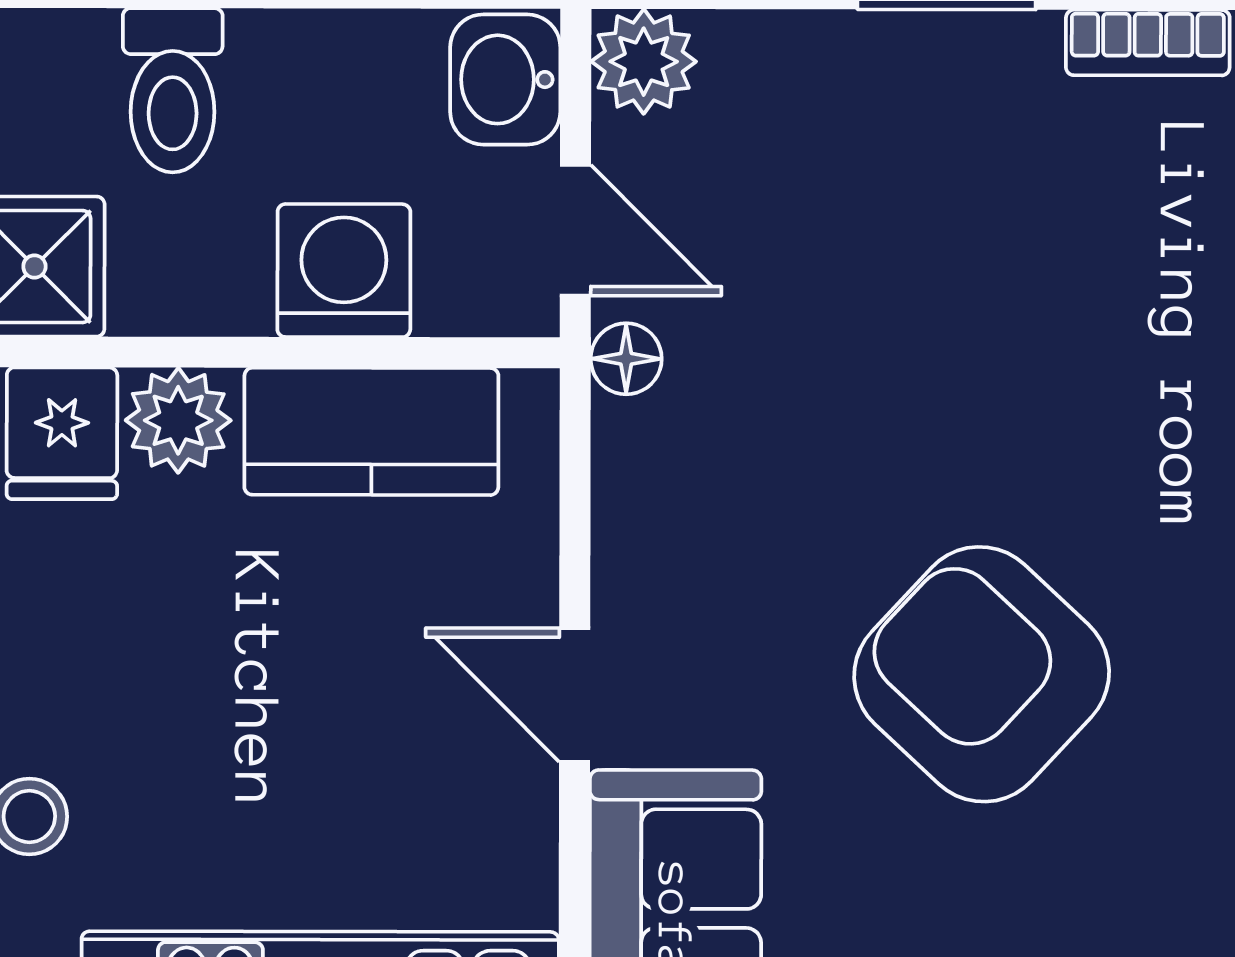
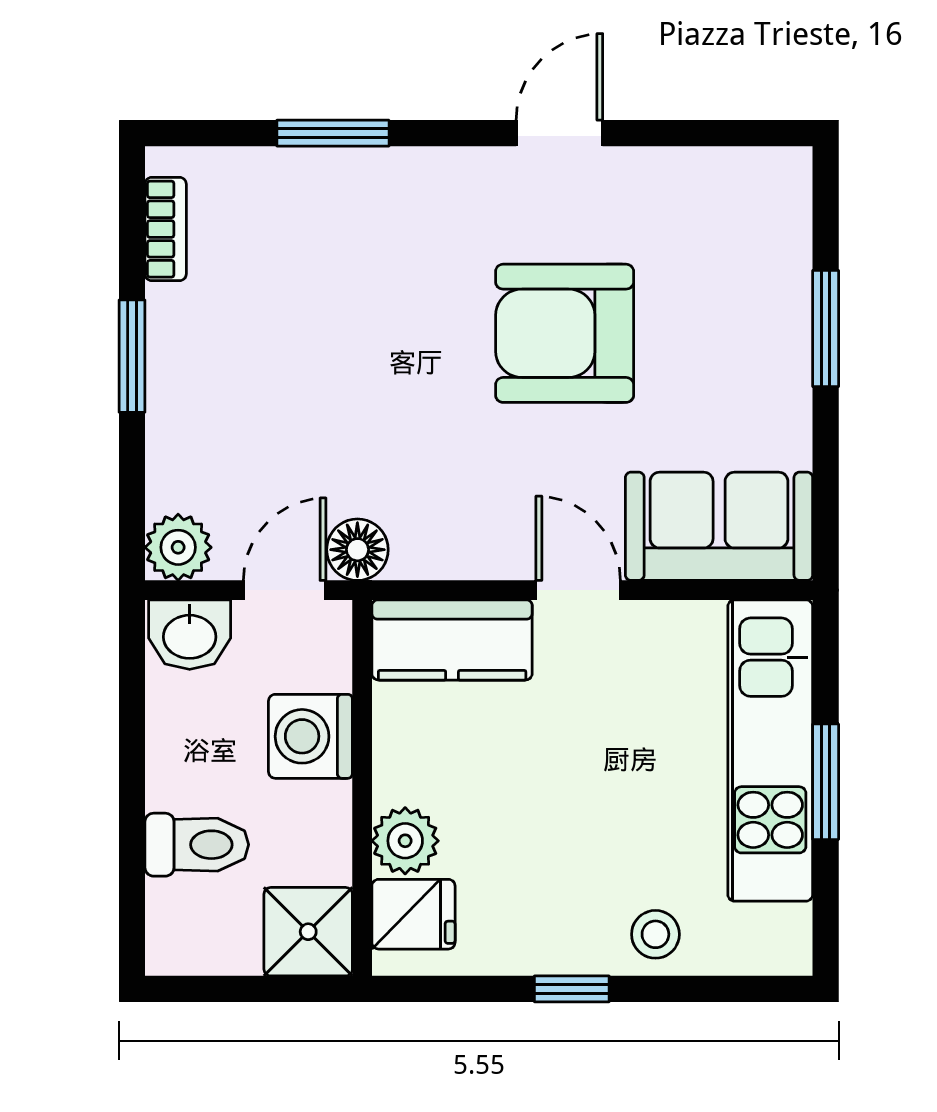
floor lamp: (626, 359) -> (357, 550), width x1.37, depth x1.37
kitchen counter: (371, 431) -> (452, 640), moved, turned 90
armchair: (982, 674) -> (565, 333), turned 47
door: (575, 695) -> (578, 590), swing flipped

